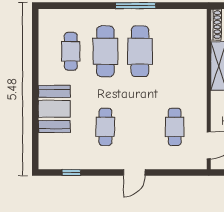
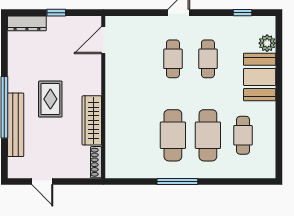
cafe table: (175, 127) -> (173, 59), moved
plant: (47, 142) -> (267, 43), added

